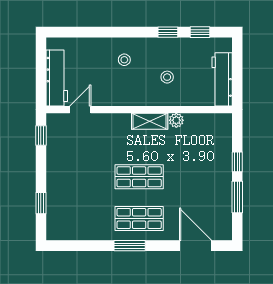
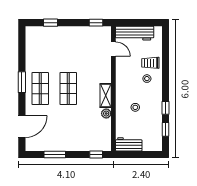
trolley: (101, 55) -> (150, 63), added
workbench: (222, 79) -> (129, 144), width x0.73
window: (237, 162) -> (96, 155), moved

